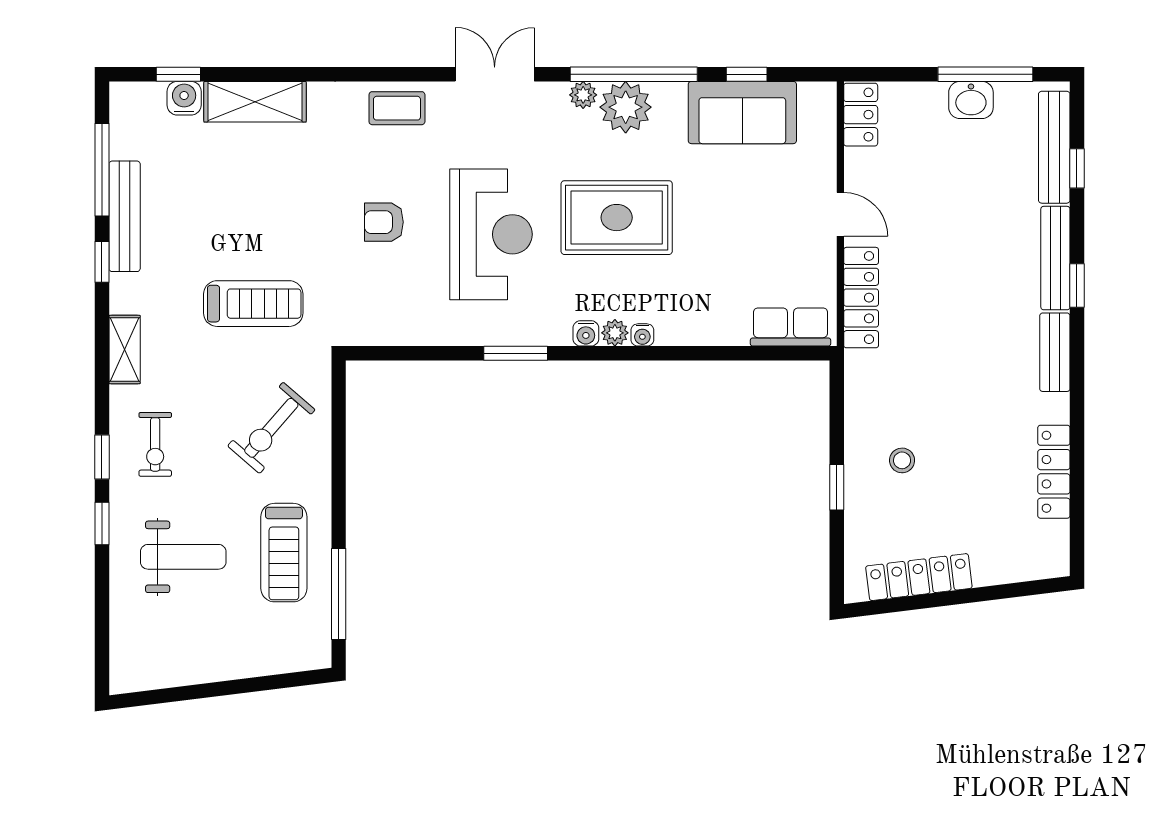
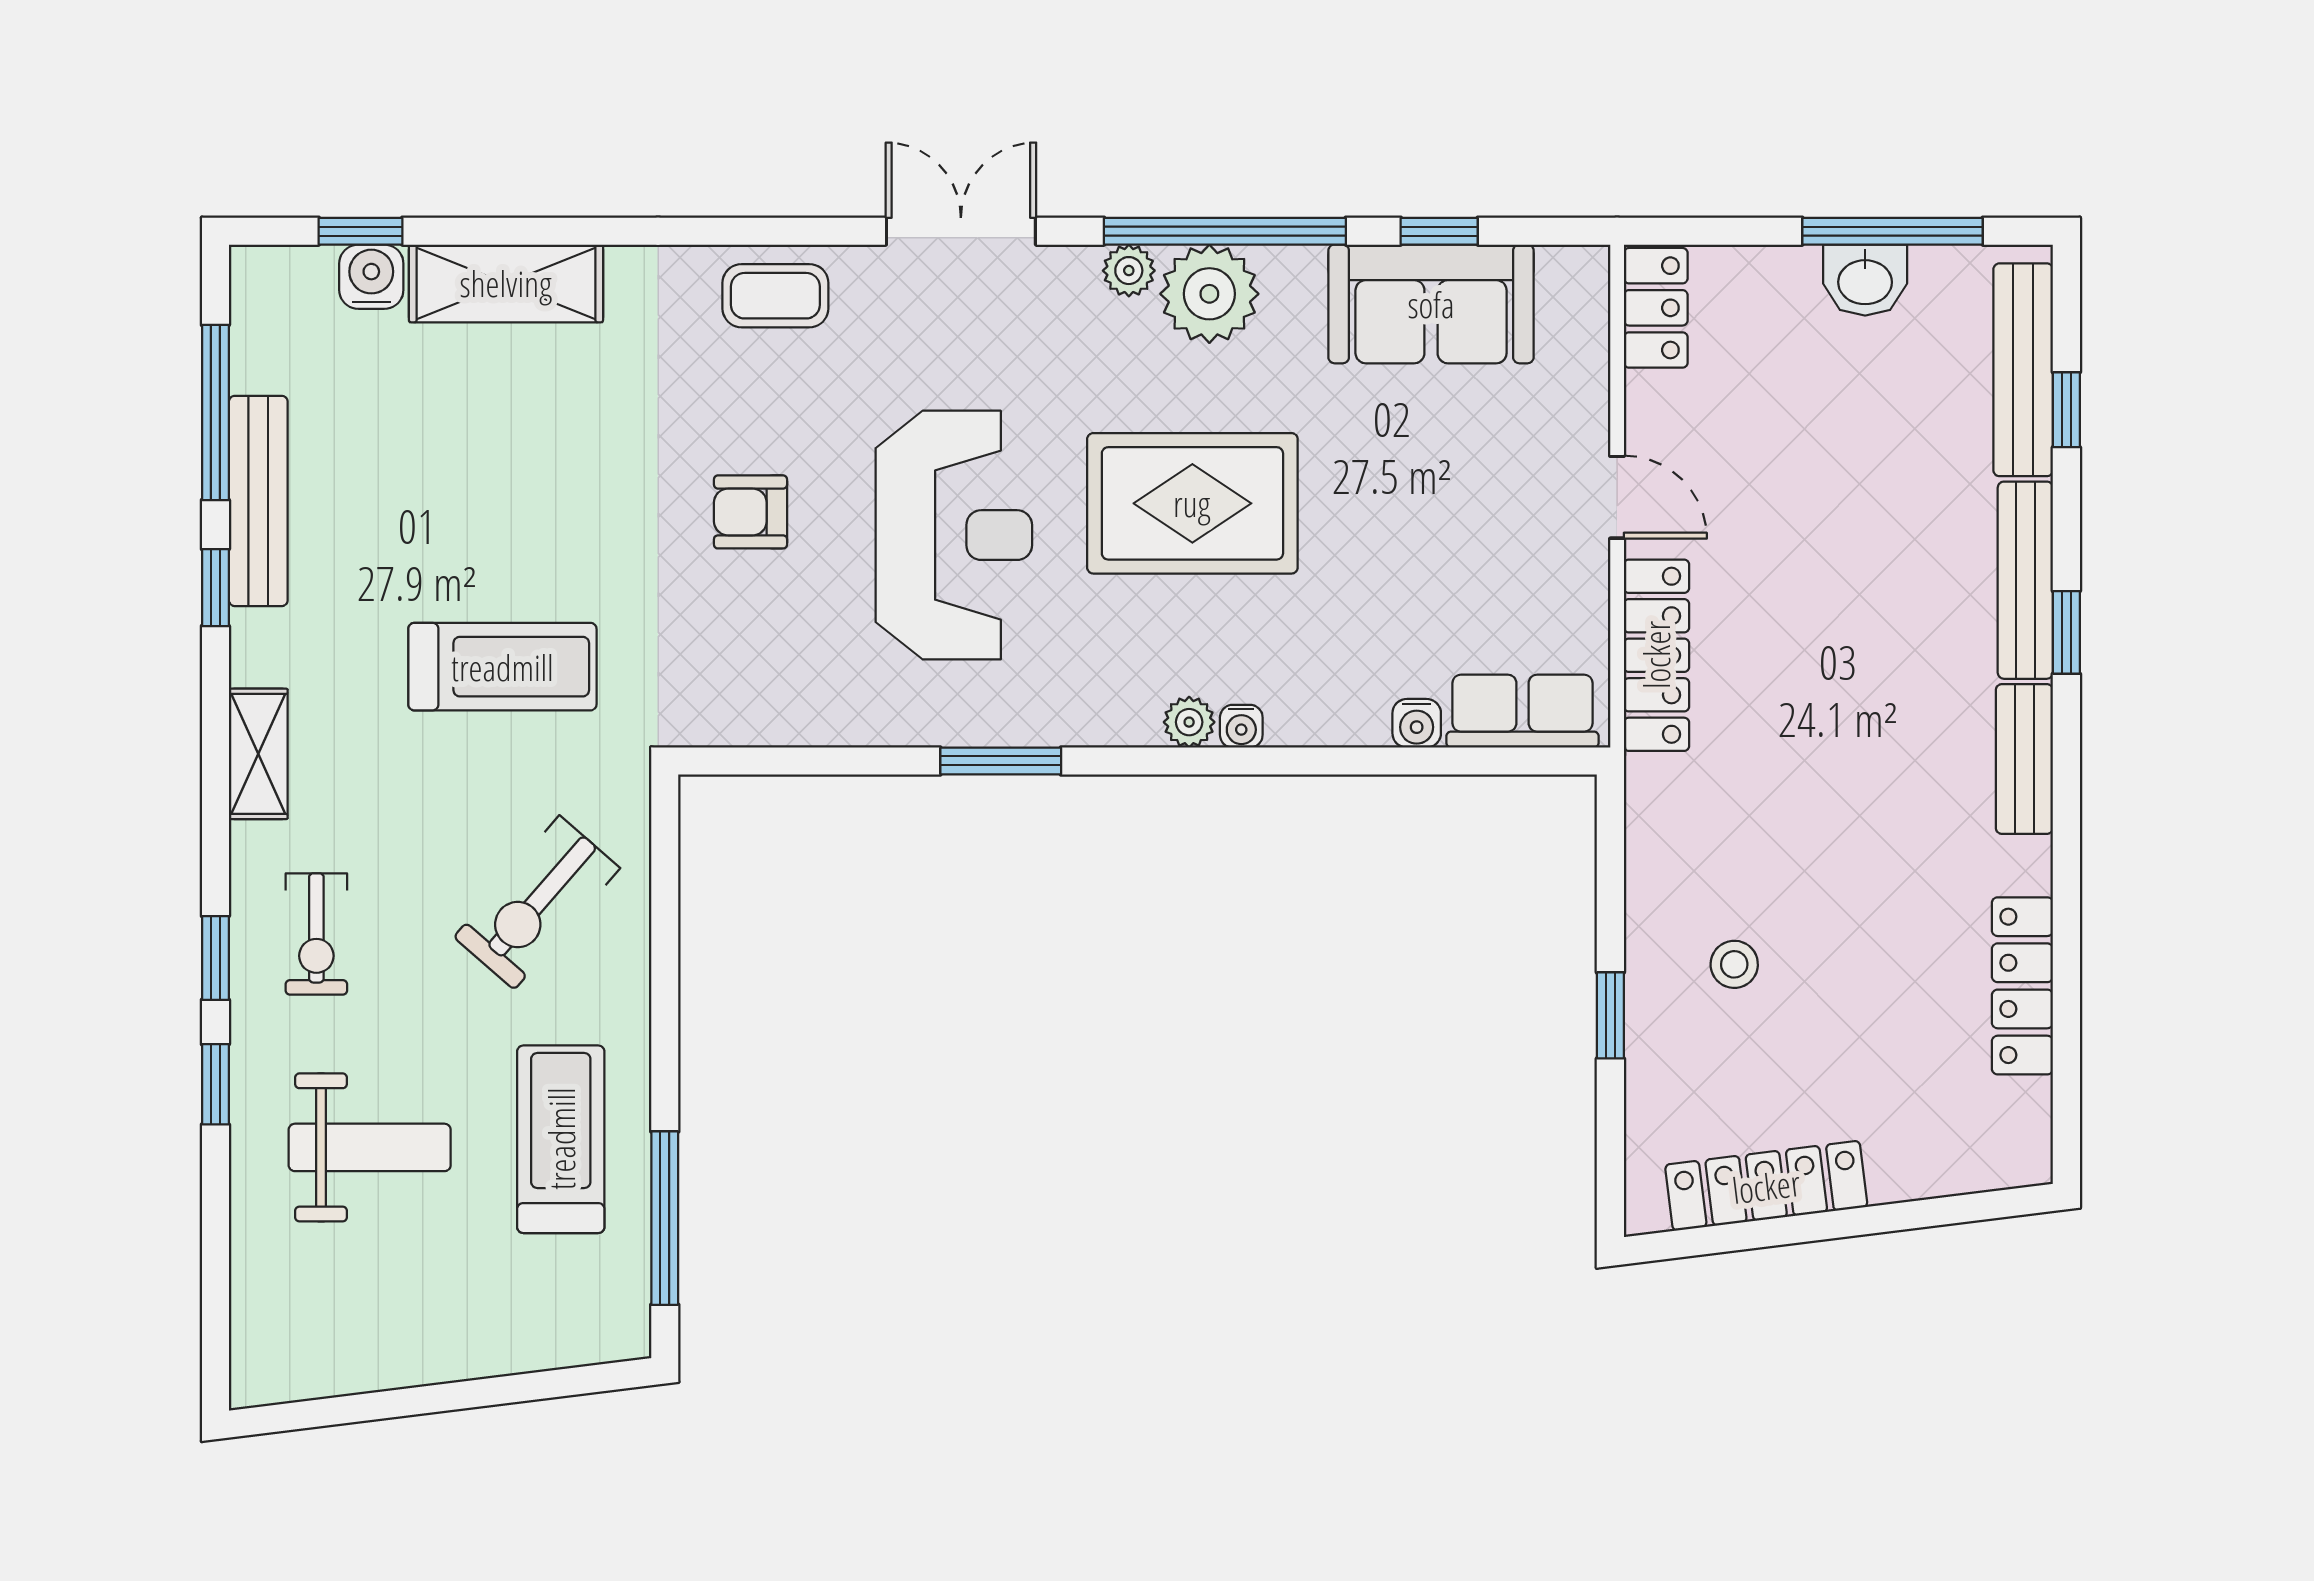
water cooler: (586, 333) -> (1417, 723), moved
treadmill: (284, 553) -> (561, 1139), turned 180

